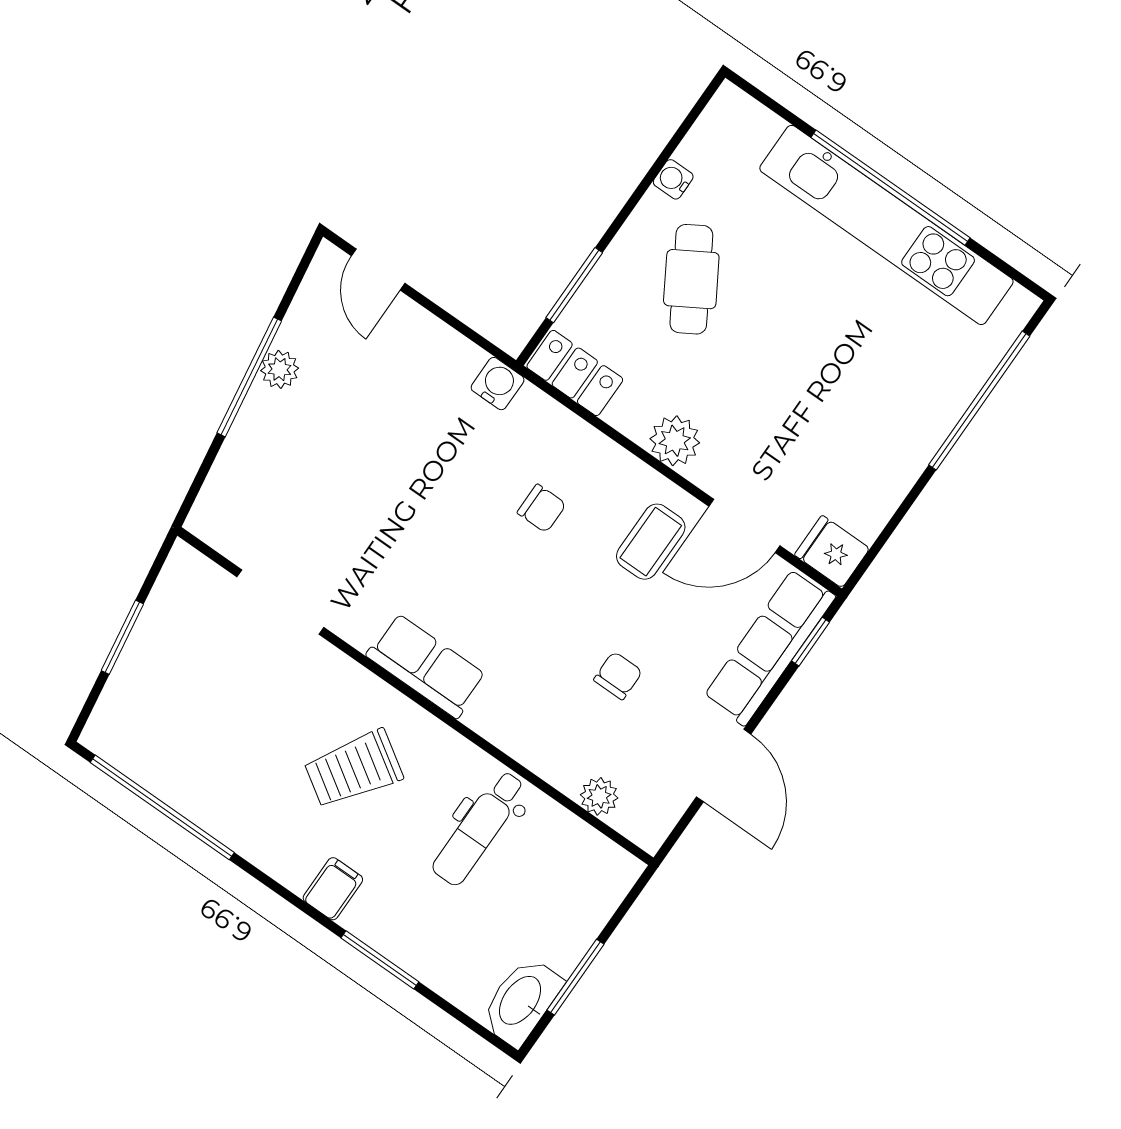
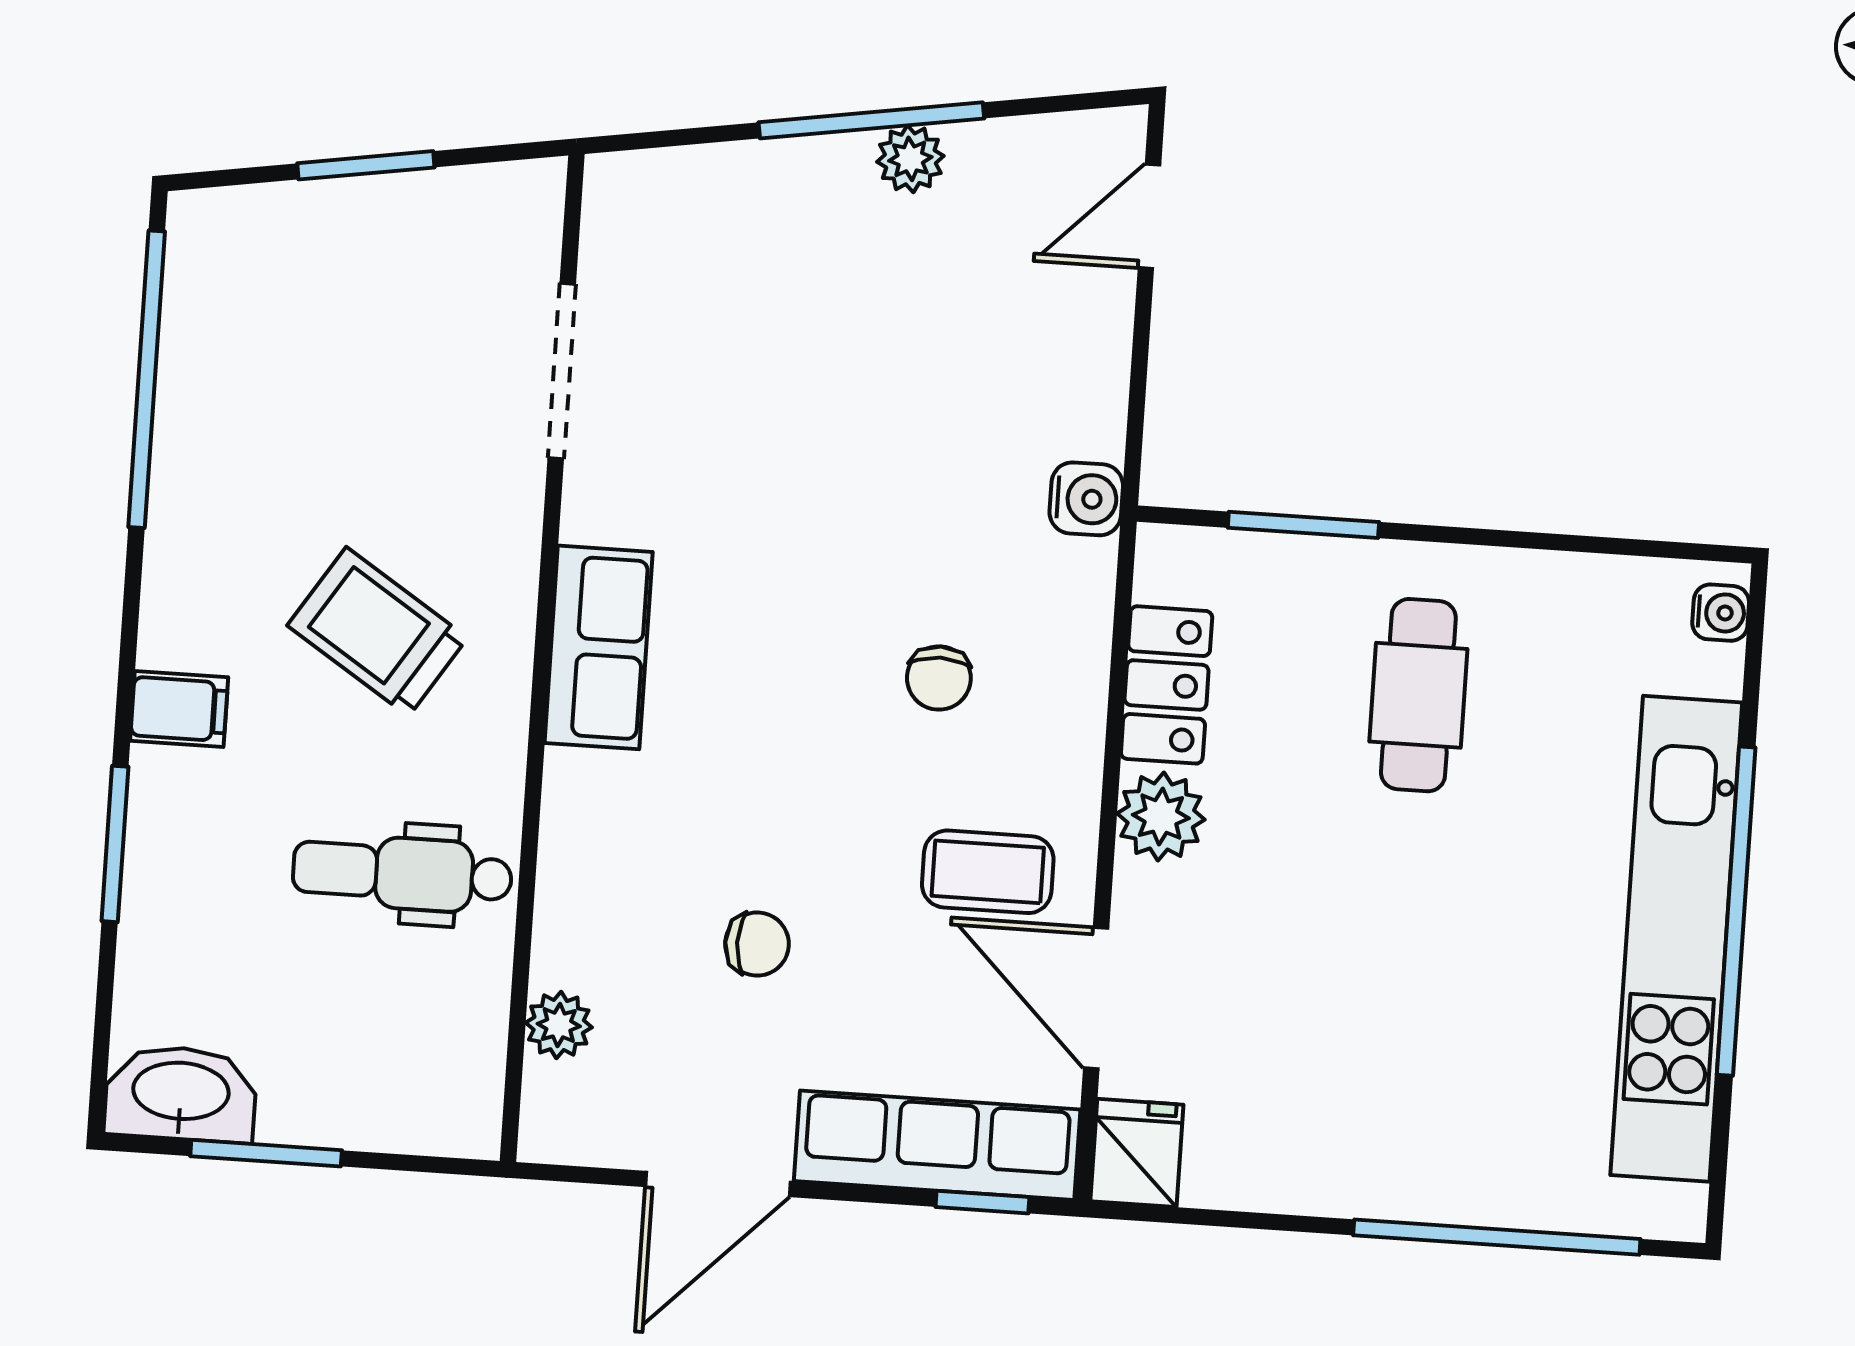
water cooler: (673, 179) -> (1721, 613), moved, turned 90
cafe table: (691, 279) -> (1418, 695), turned -59
locker: (575, 373) -> (1167, 685), moved

